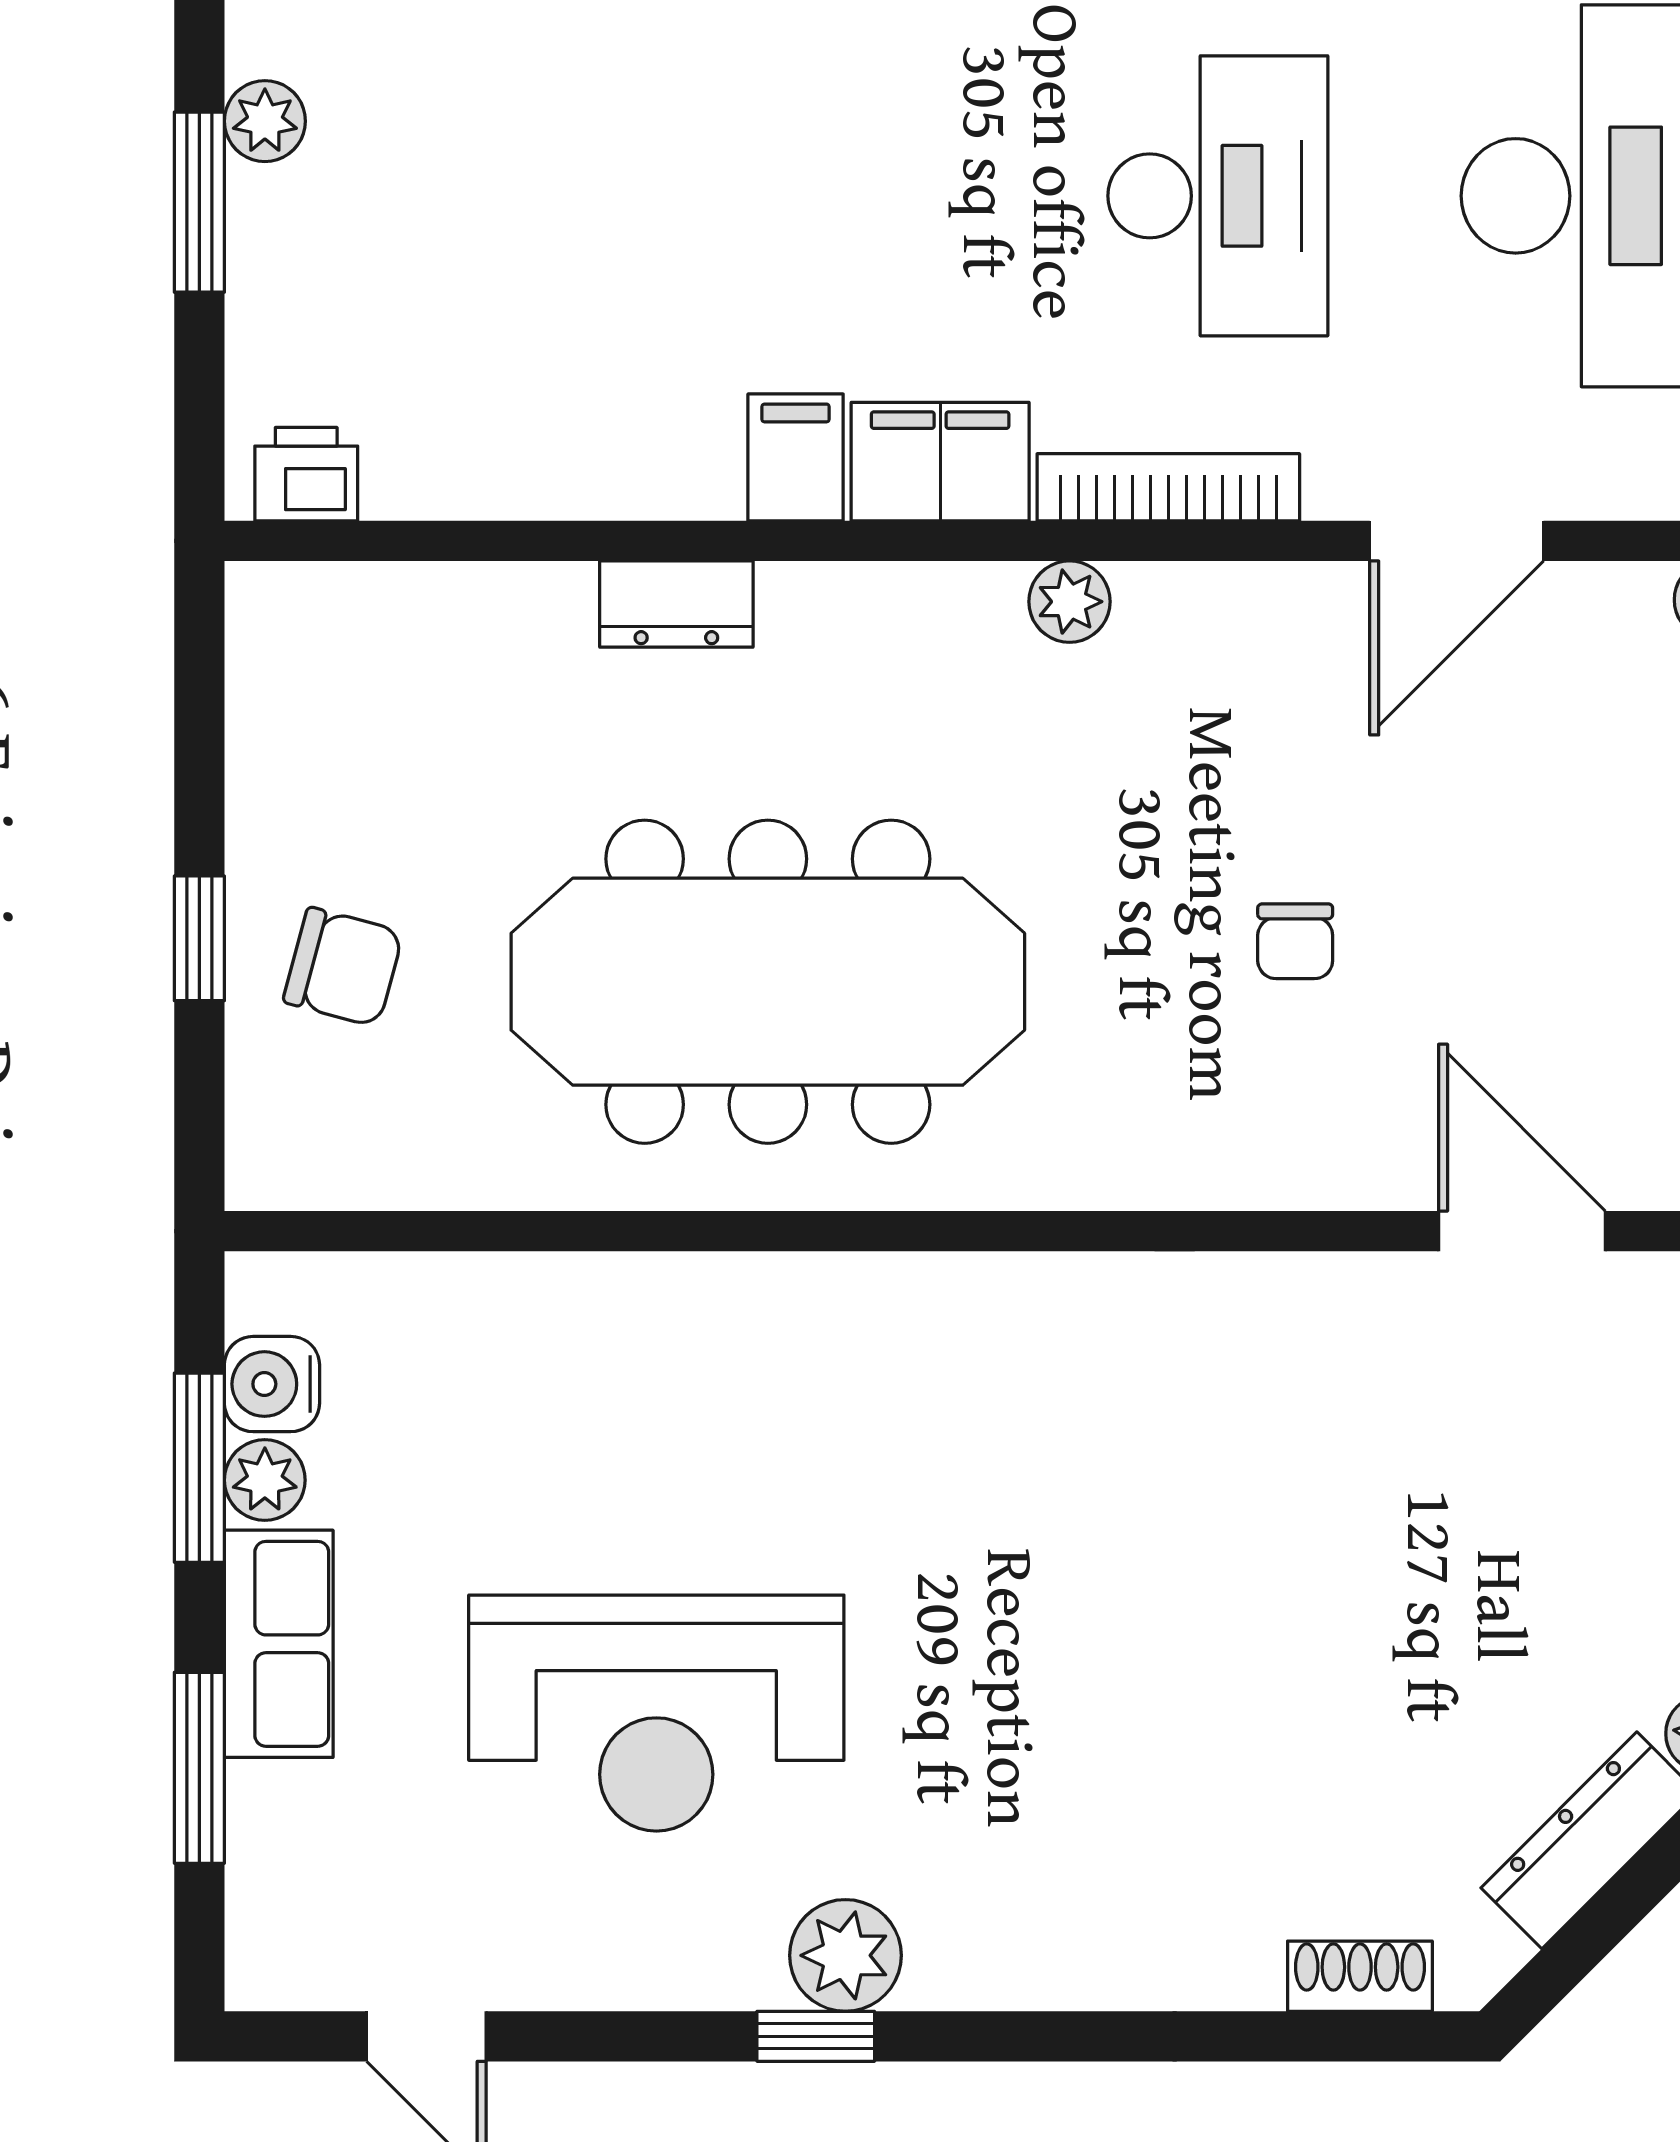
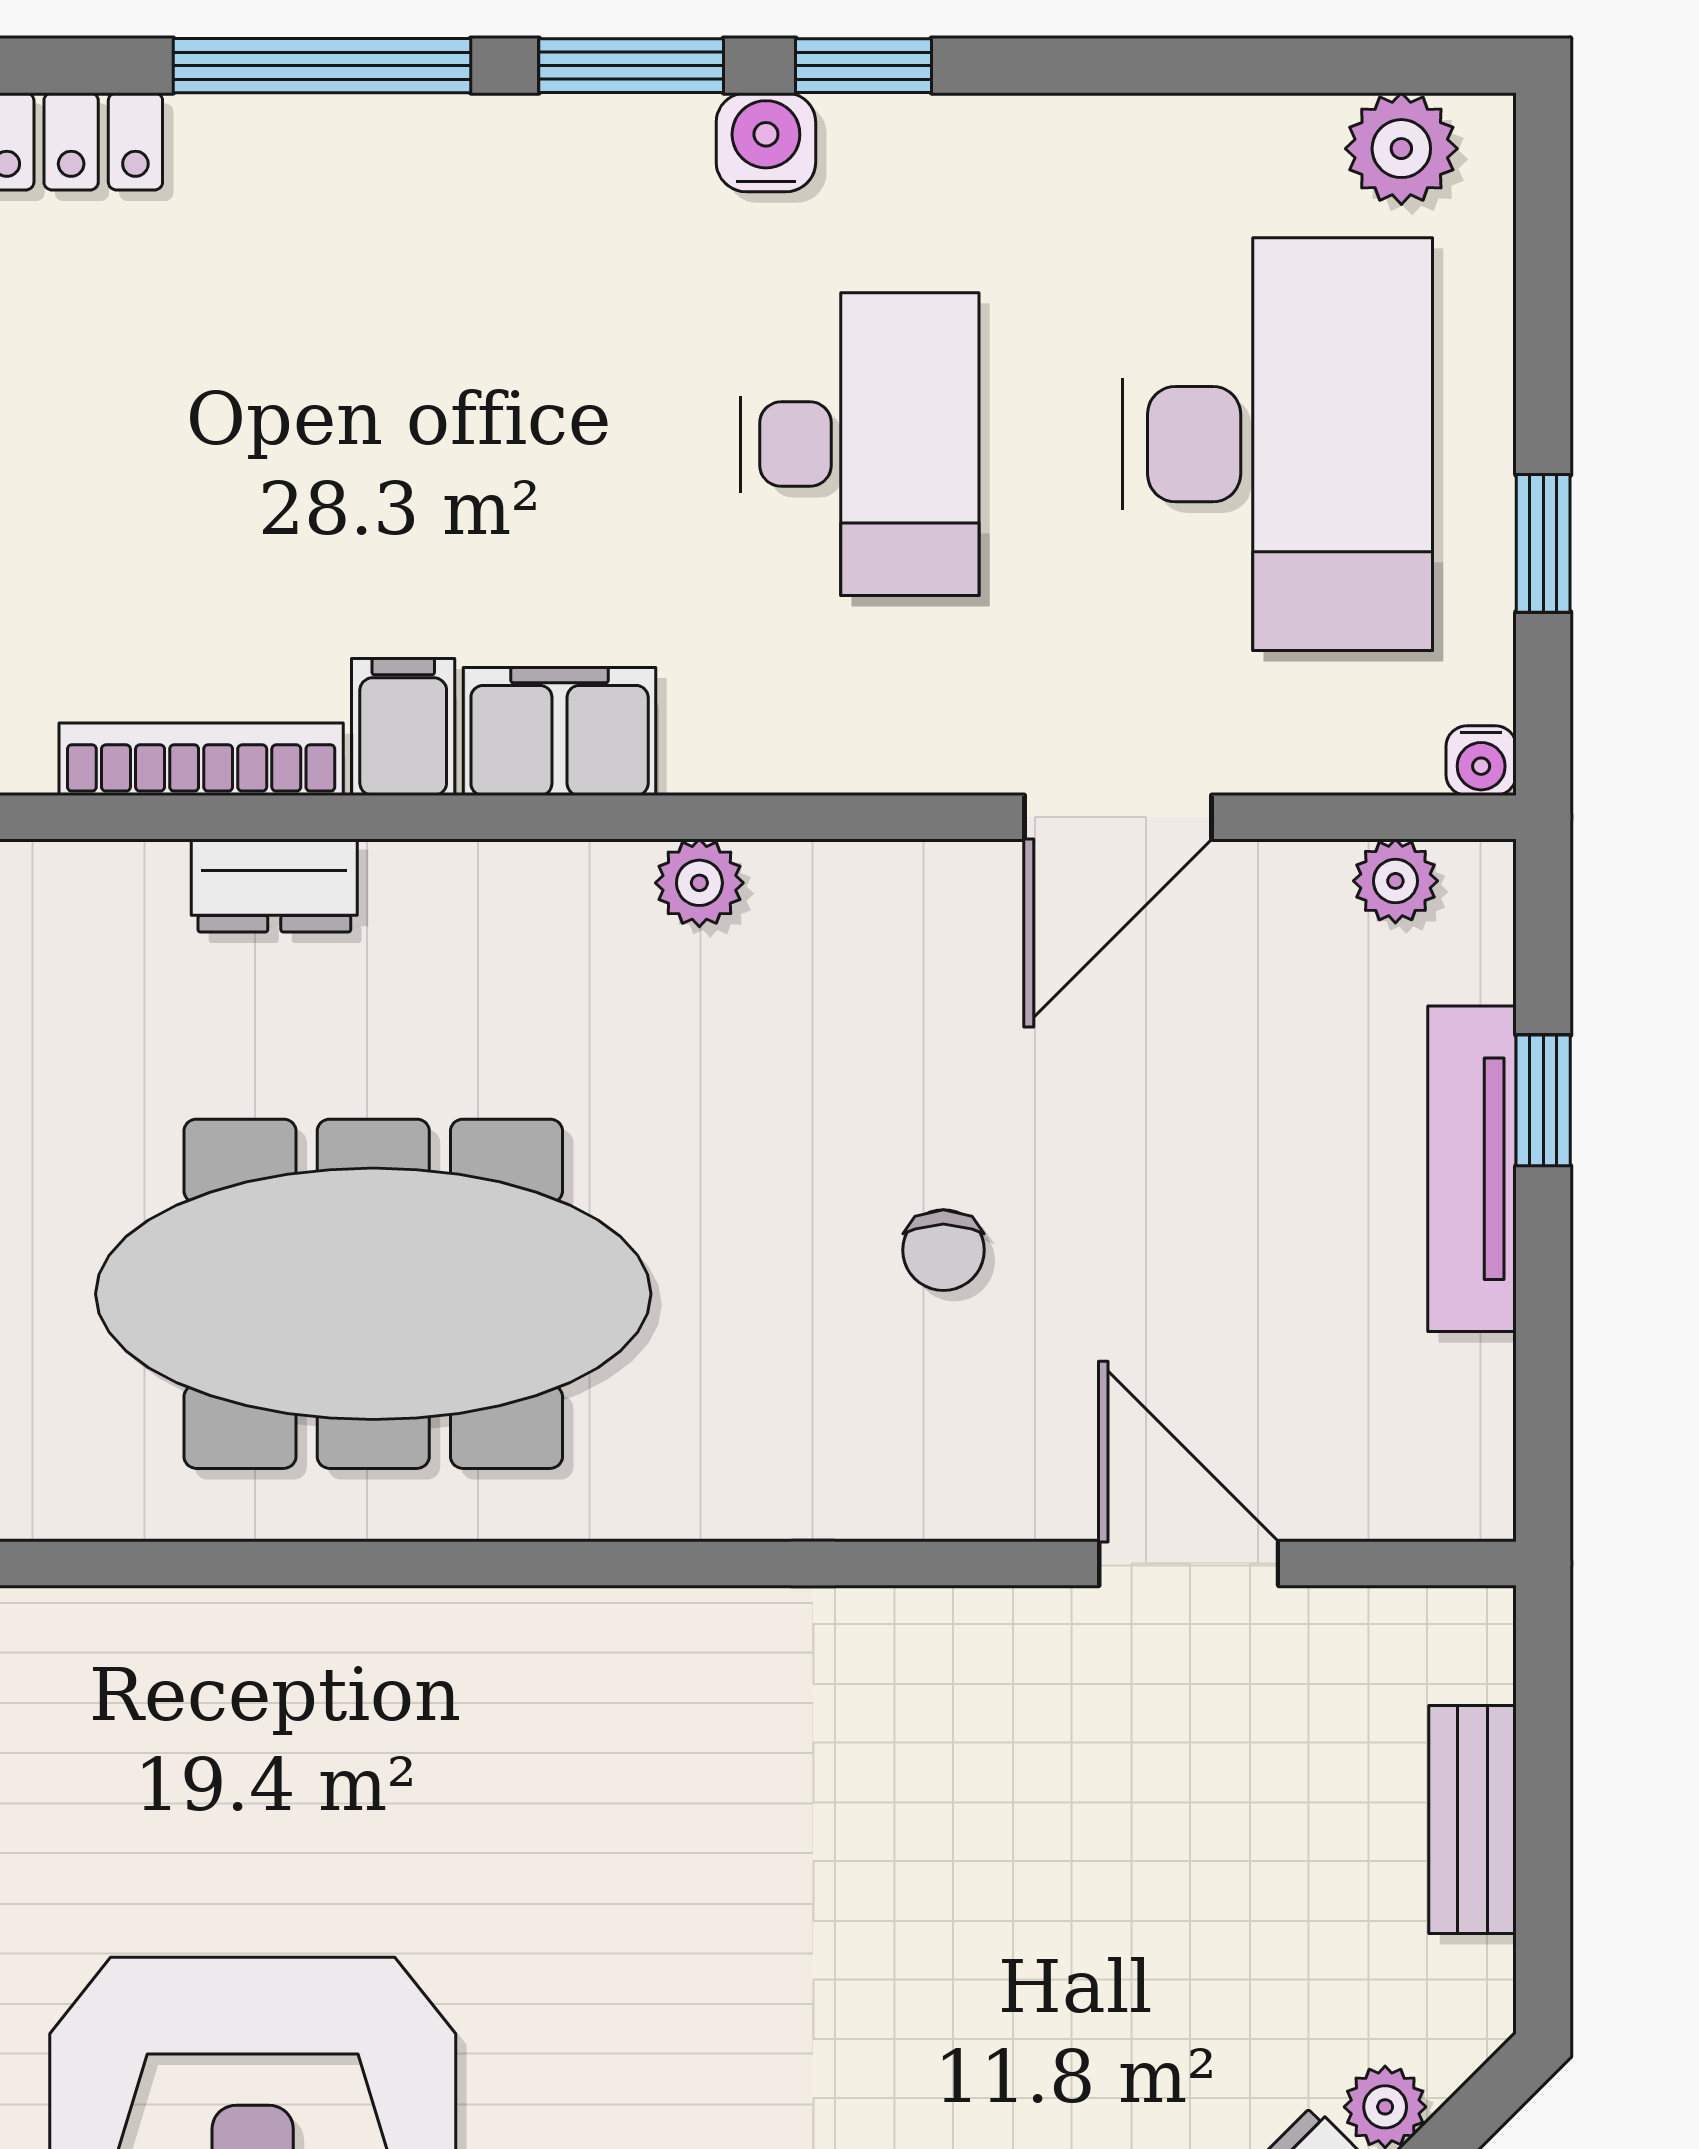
bookcase: (1168, 487) -> (201, 759), moved

